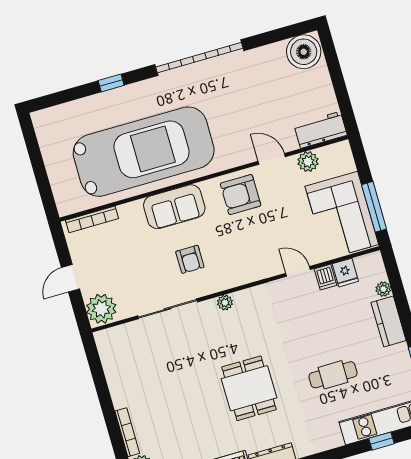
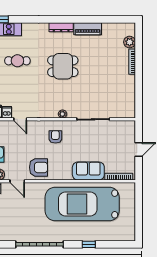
sofa: (174, 207) -> (88, 171), moved
armchair: (190, 259) -> (55, 137), moved
plant: (101, 309) -> (127, 129), removed
dining table: (249, 388) -> (63, 66), turned 90

